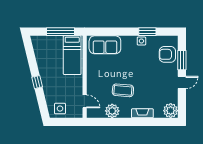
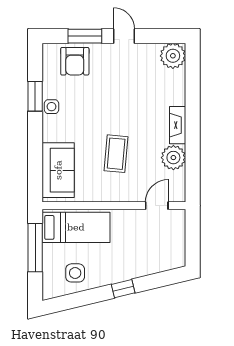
coffee table: (123, 90) -> (116, 154), moved
side table: (60, 109) -> (75, 273), moved
fireplace: (142, 113) -> (178, 125), moved

